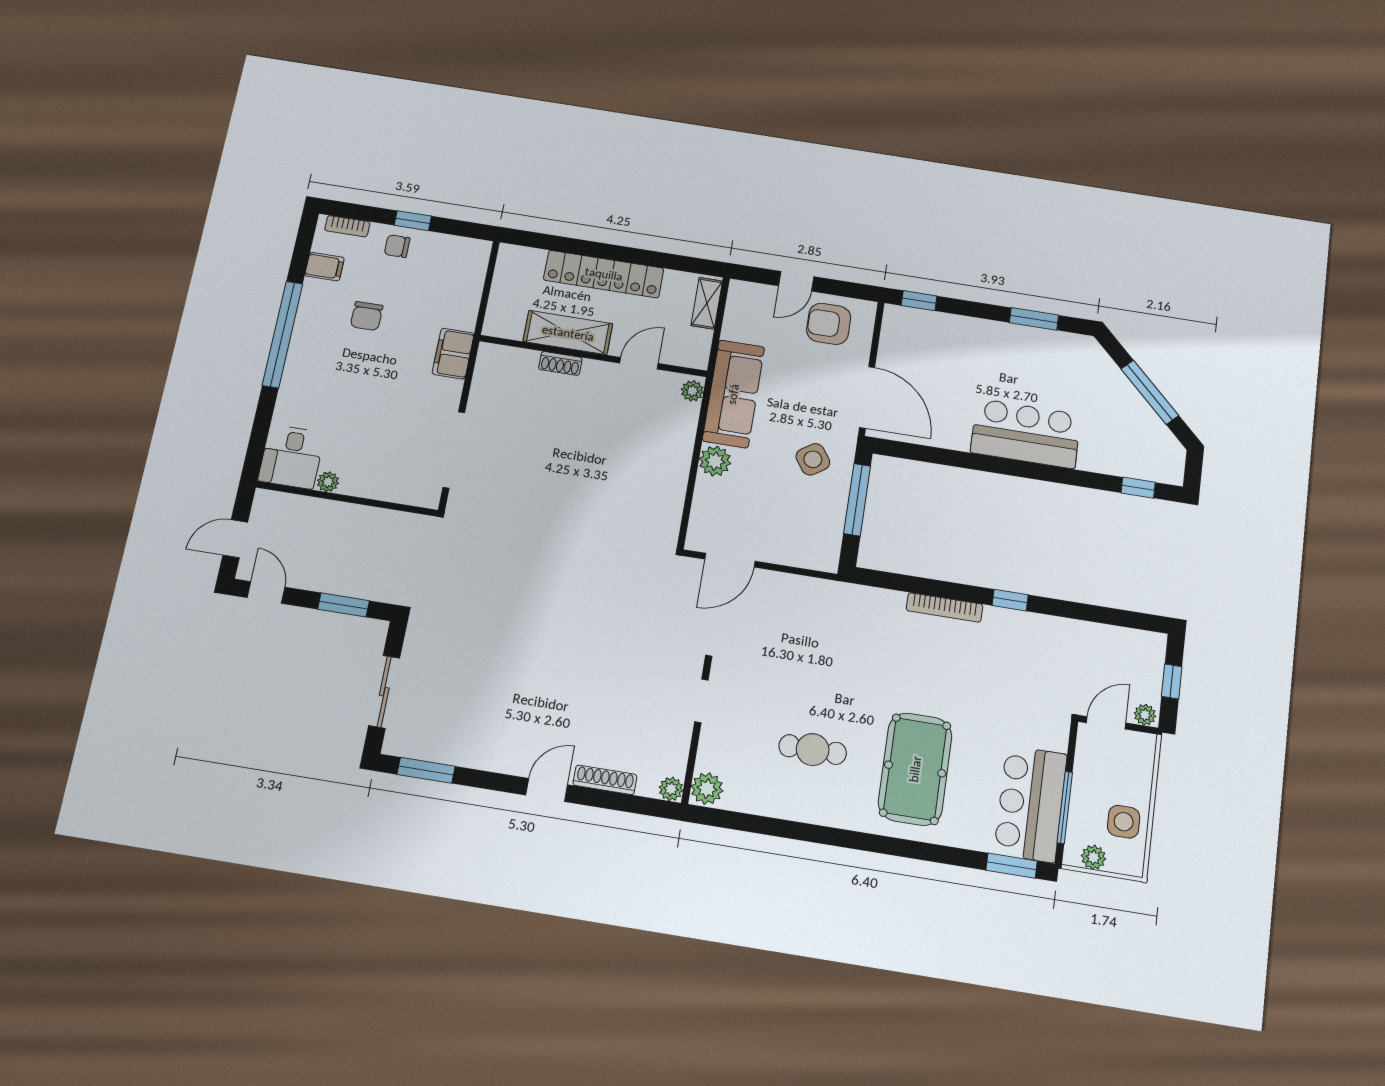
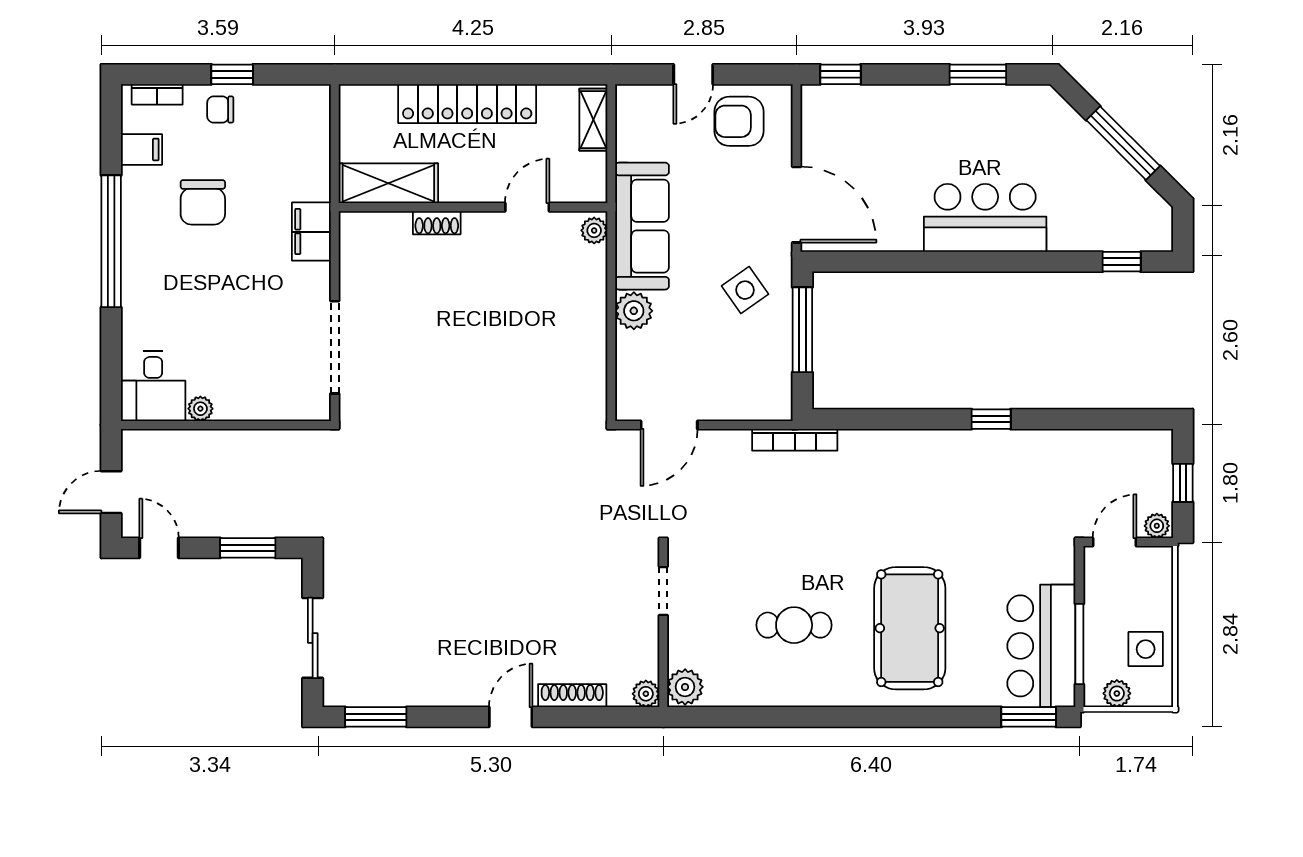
chair: (367, 316) -> (203, 202), width x1.37, depth x1.37
shelving: (568, 333) -> (388, 183), moved
bookcase: (945, 607) -> (795, 440), moved

